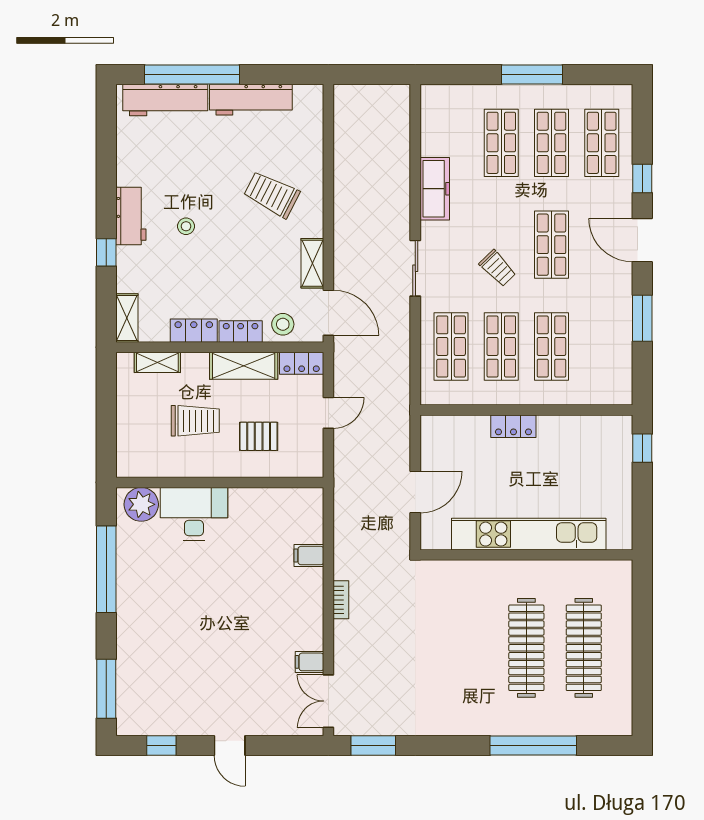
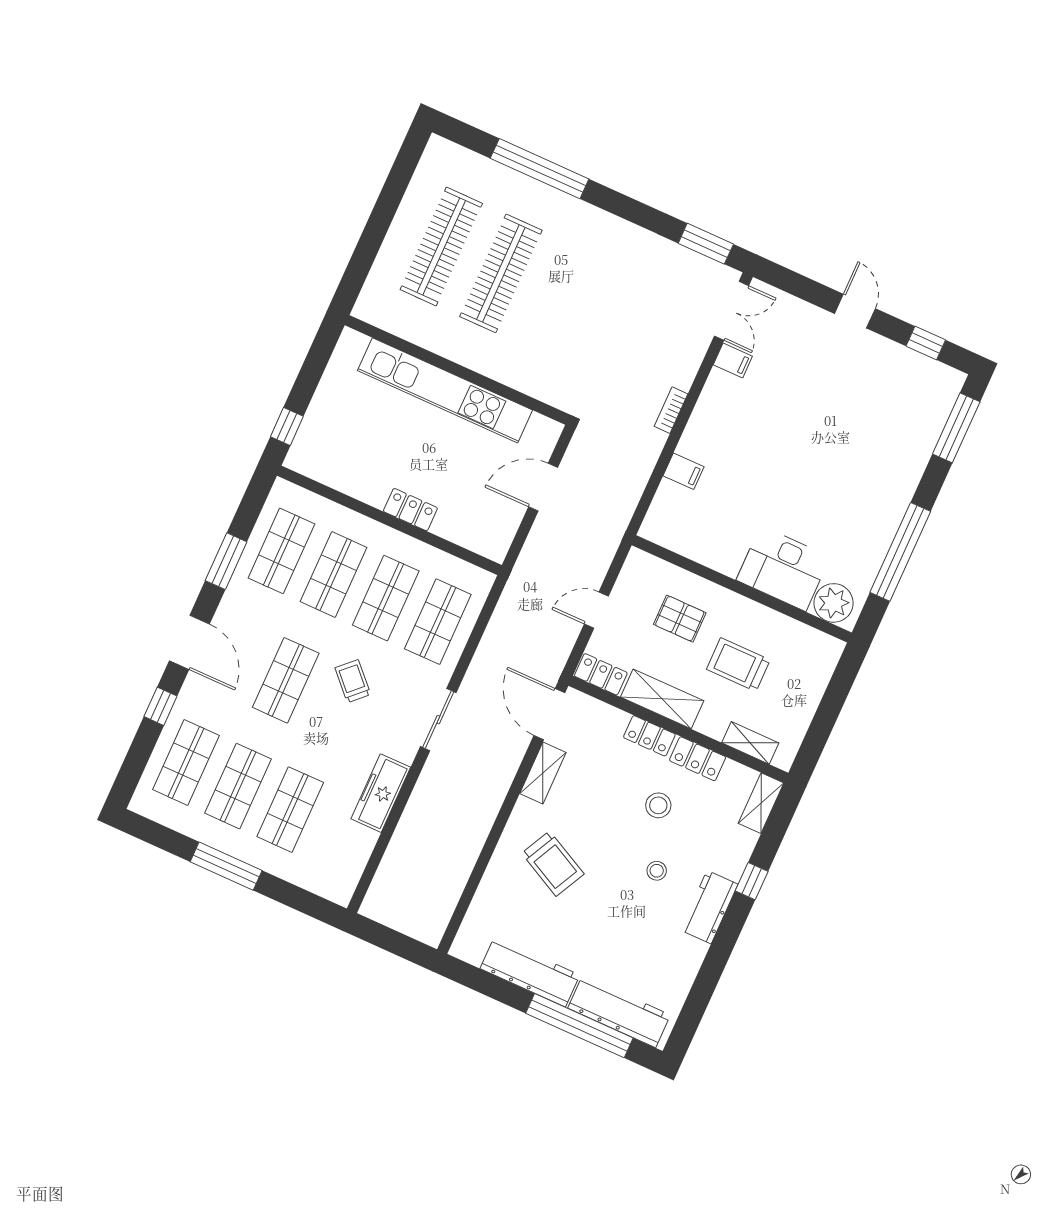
stool: (283, 324) -> (658, 805), moved
shop shelf: (602, 346) -> (281, 551), added

